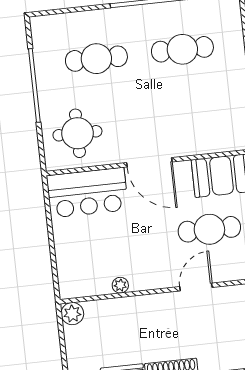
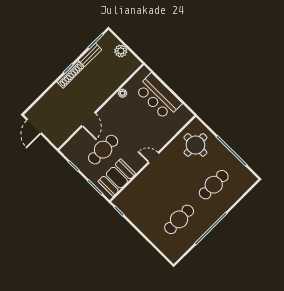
door: (149, 162) -> (153, 158), width x0.53
bar counter: (87, 193) -> (158, 97), moved, turned -90
plant: (72, 314) -> (121, 51), moved

